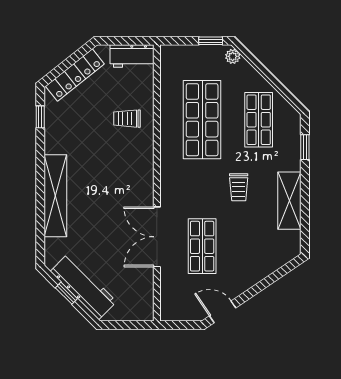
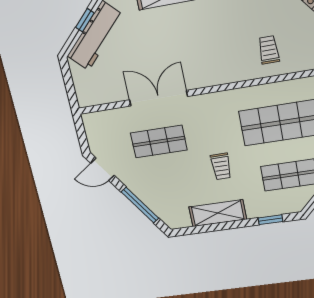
trolley: (239, 187) -> (221, 166), turned -90
window: (268, 281) -> (140, 205), added
door: (223, 312) -> (102, 169), swing flipped

